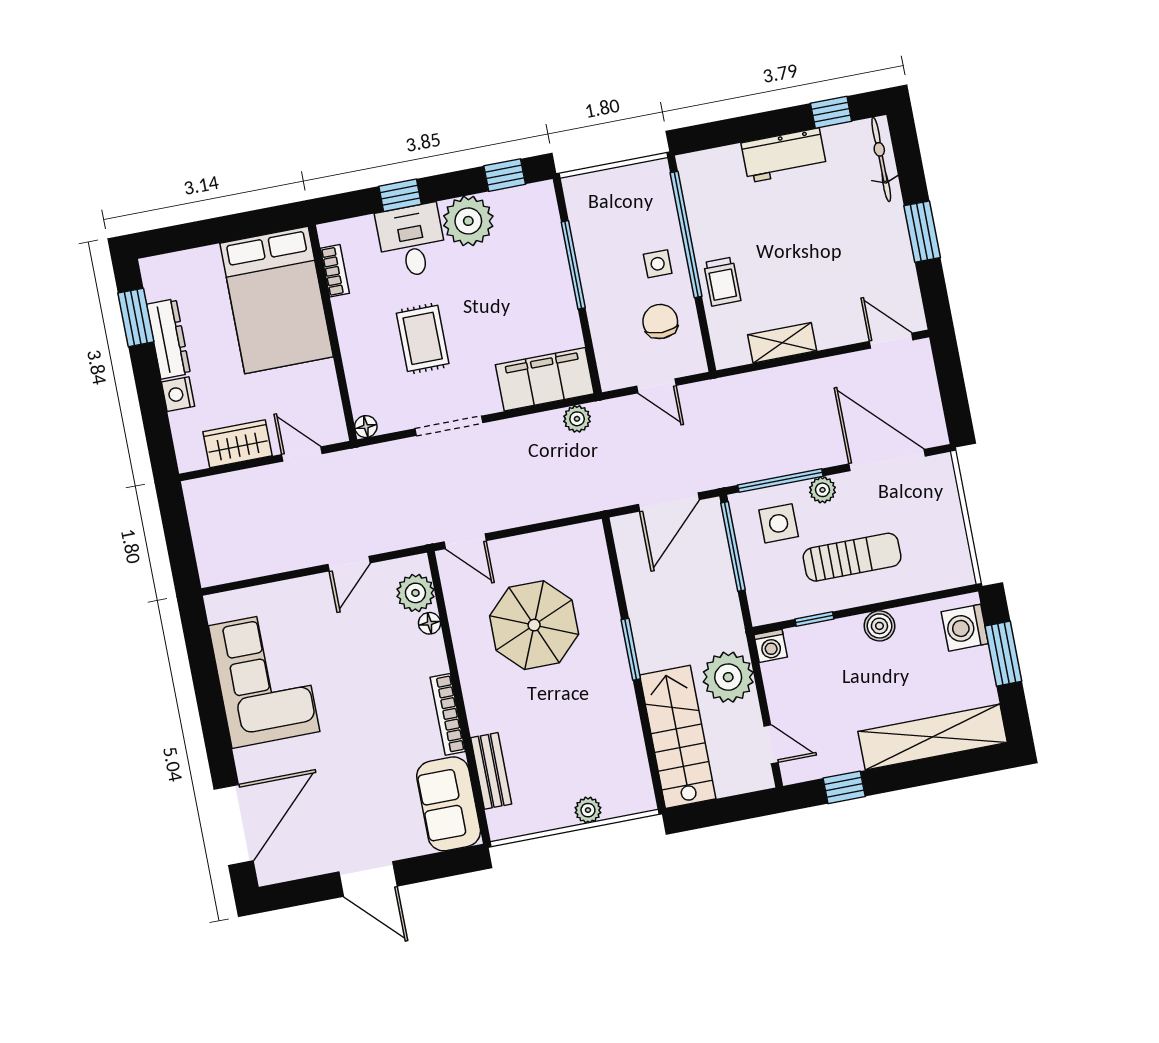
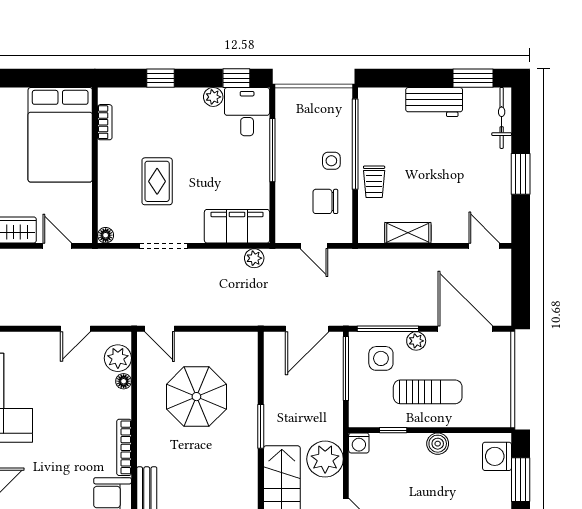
window: (831, 112) -> (473, 78), width x1.50
plant: (468, 221) -> (213, 97), width x0.53, depth x0.53
desk: (412, 241) -> (247, 112), moved
chair: (660, 322) -> (325, 201), turned -90

